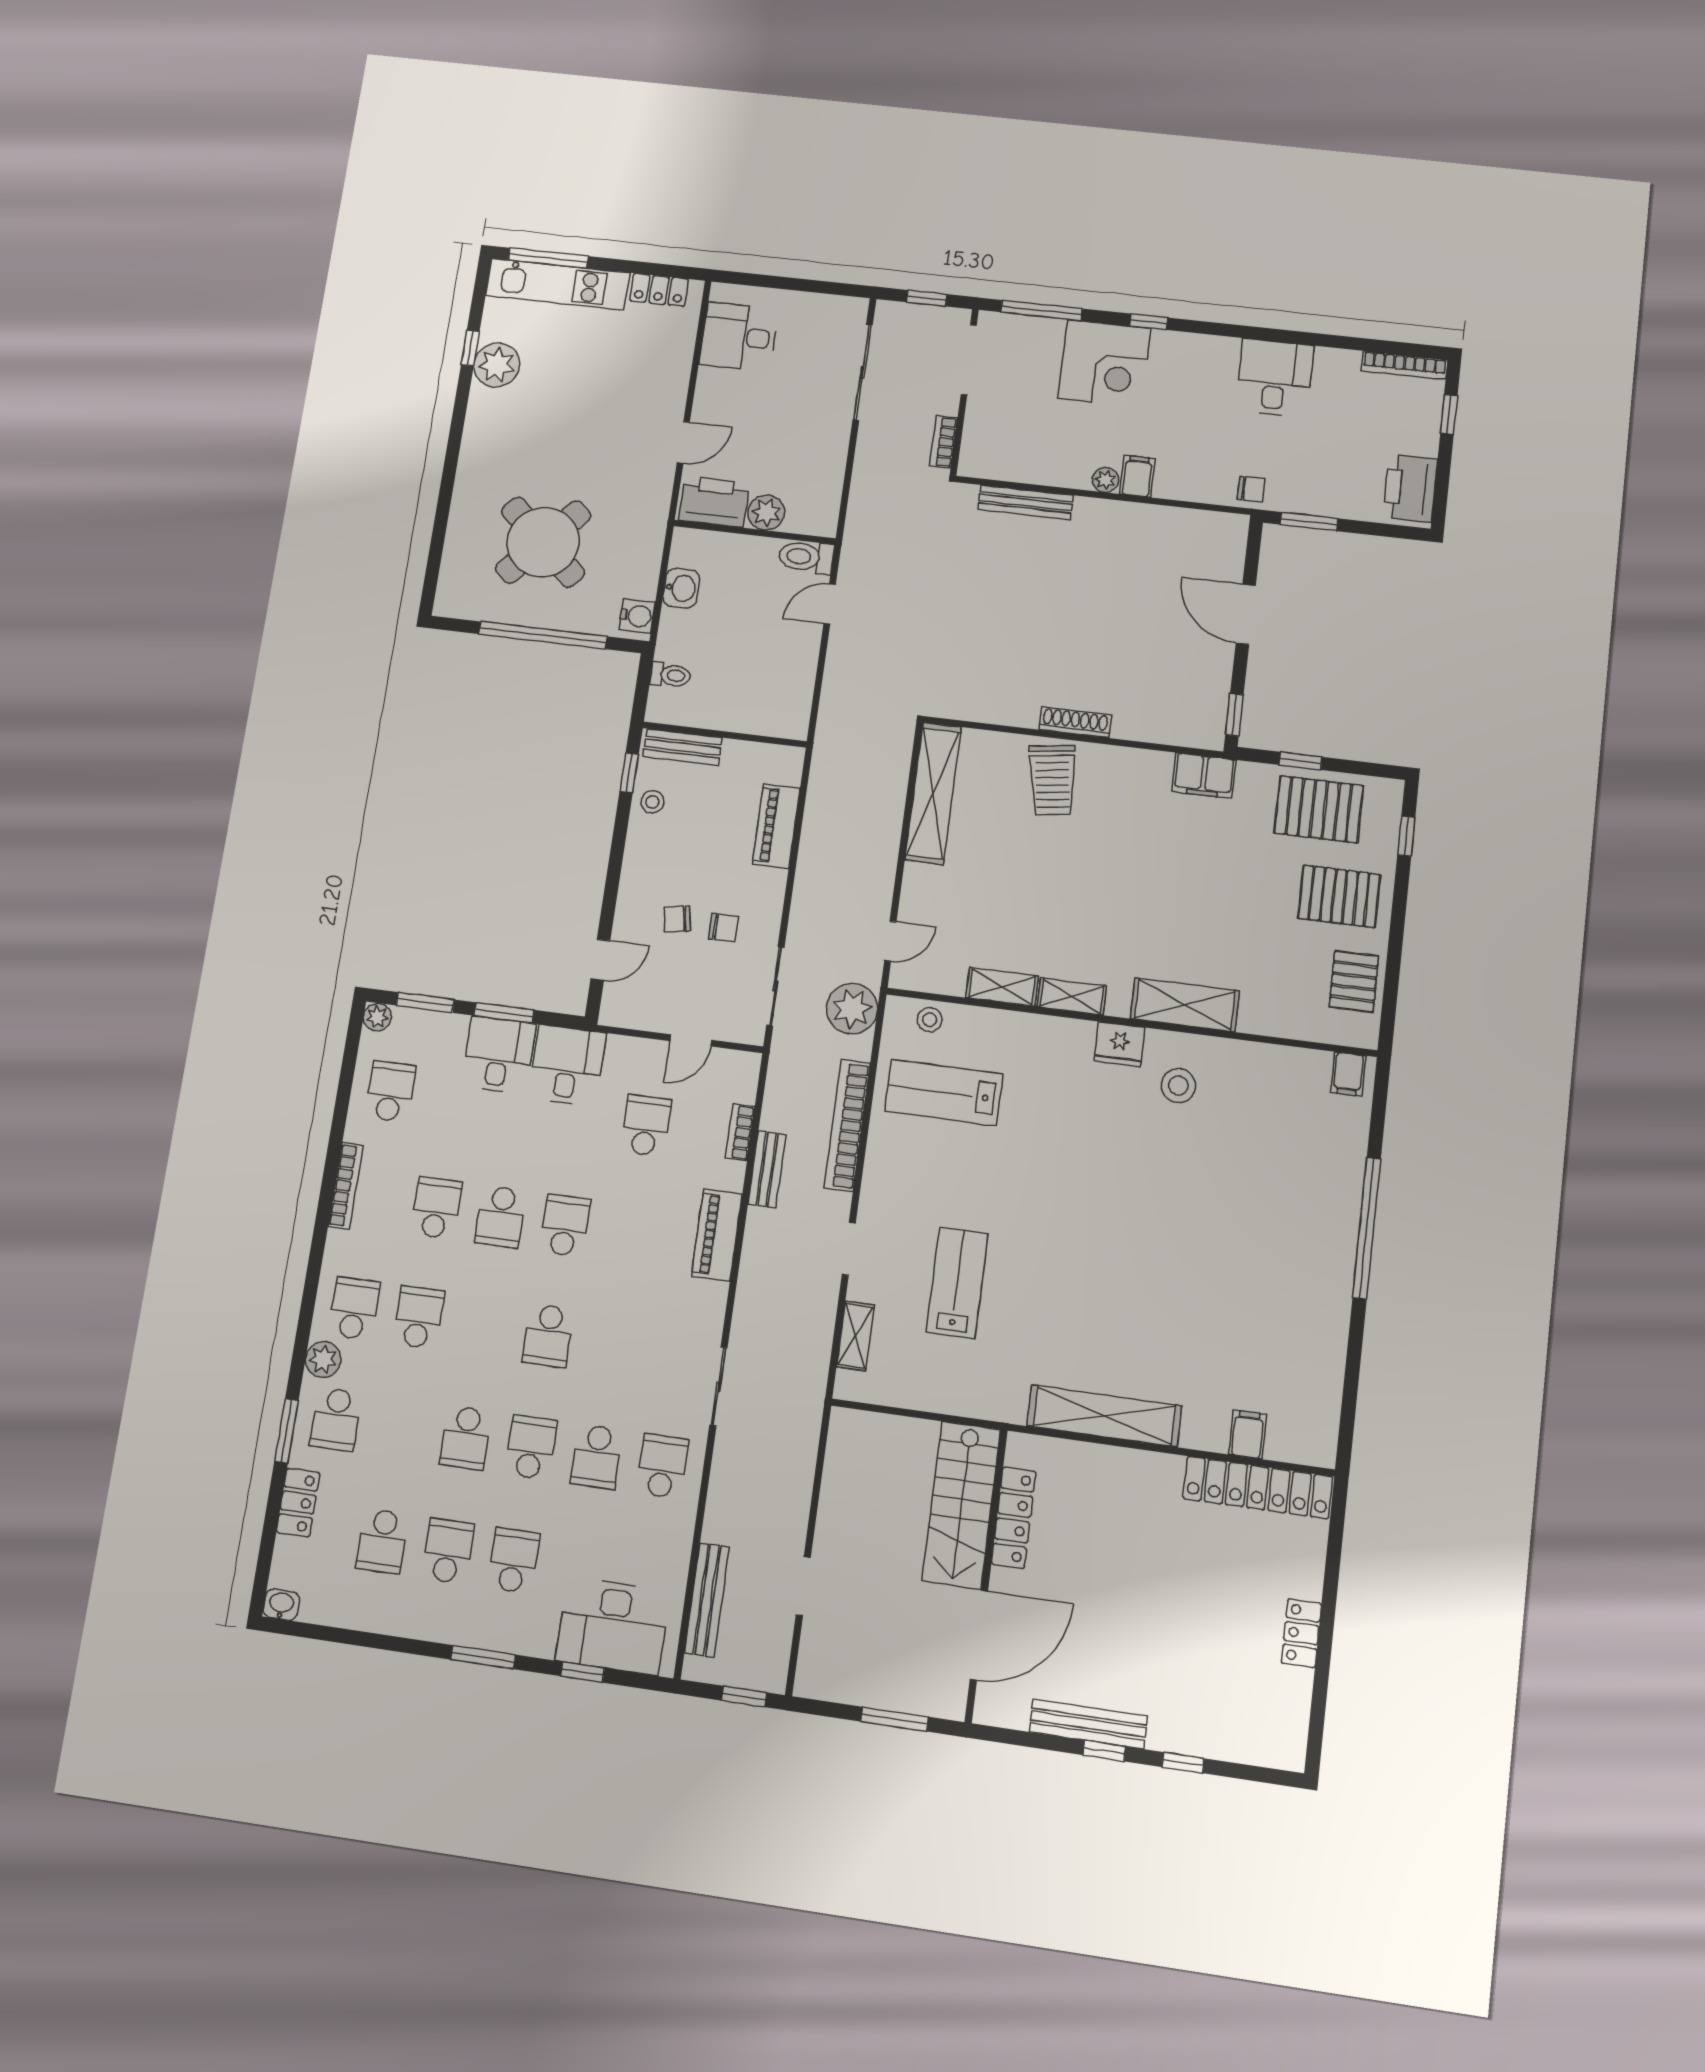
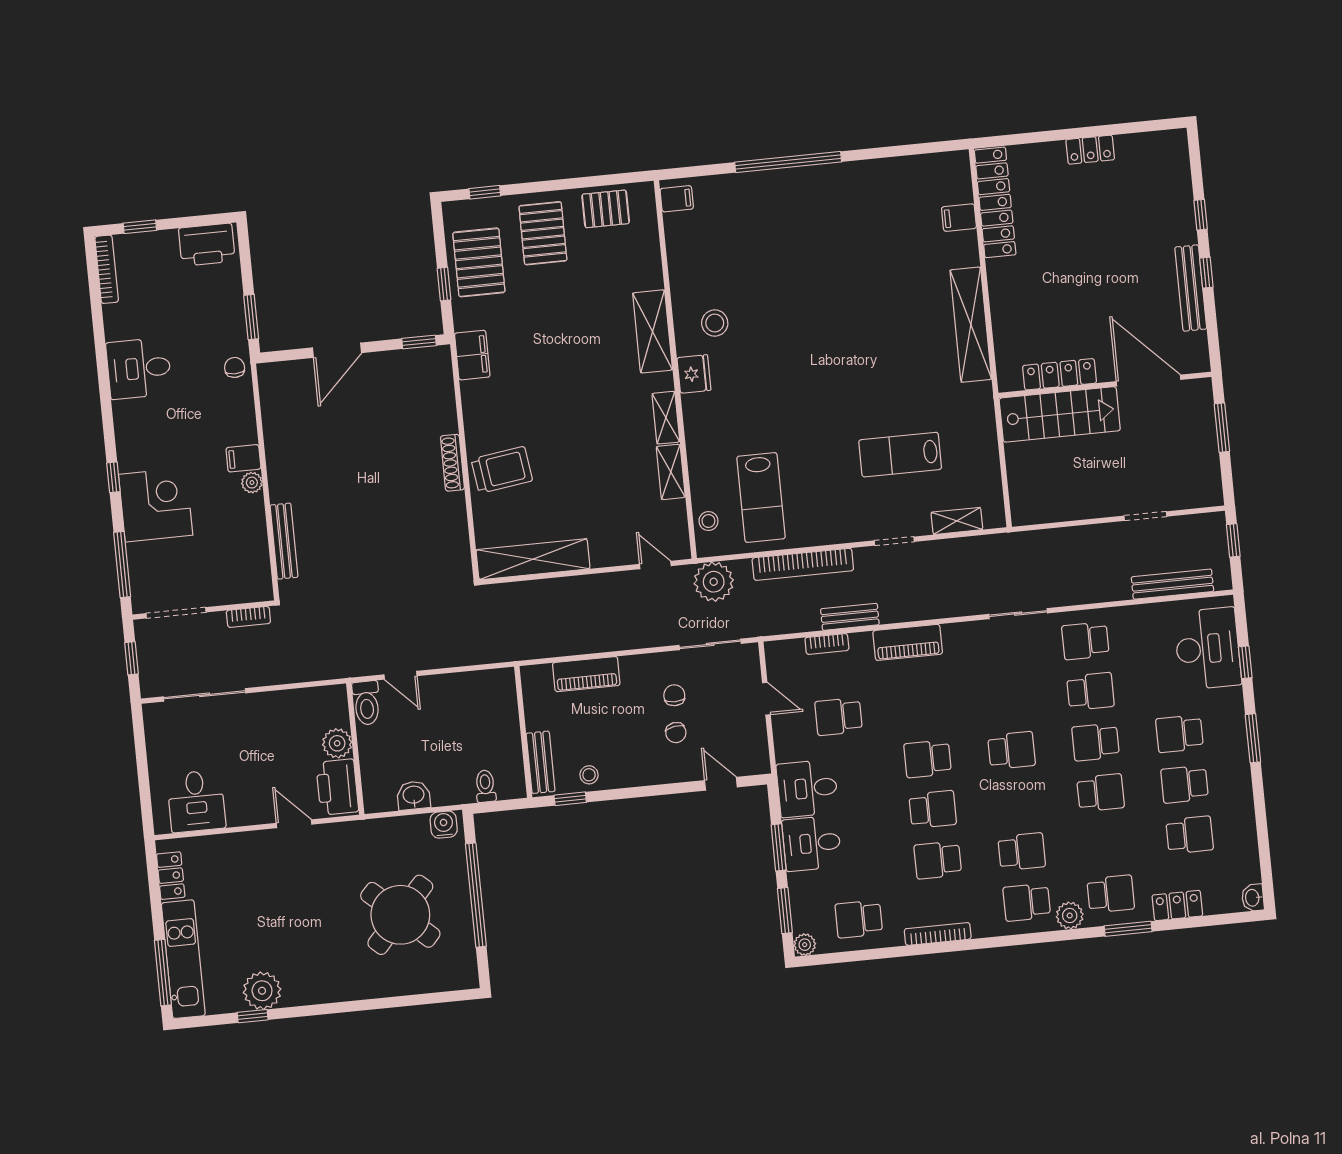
school desk: (419, 1317) -> (1022, 852), turned 180

